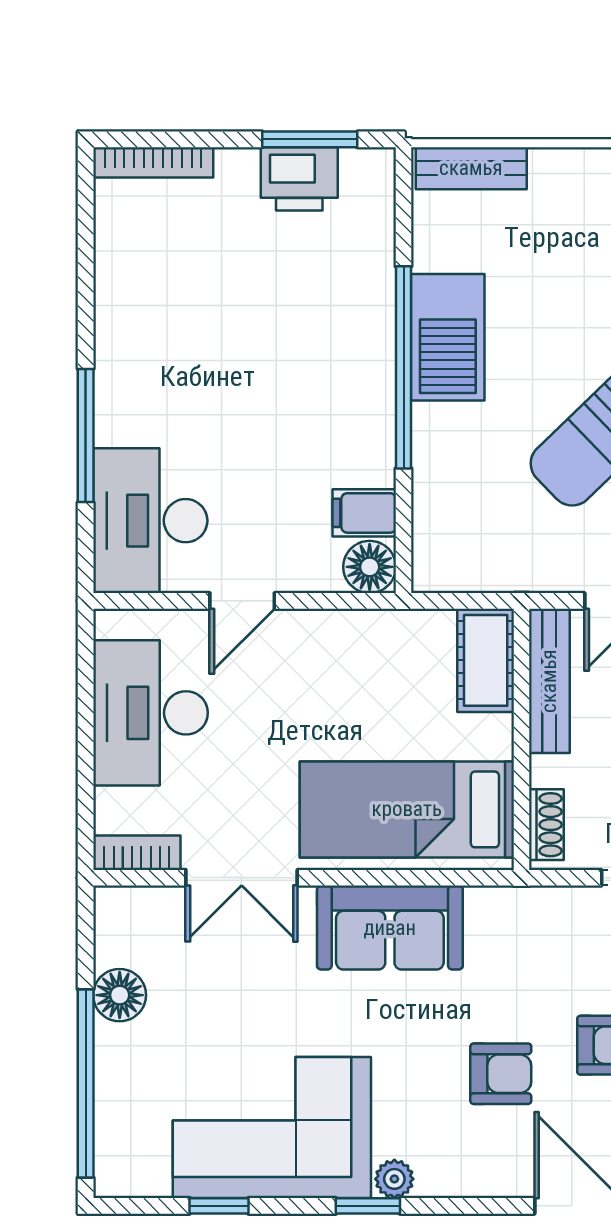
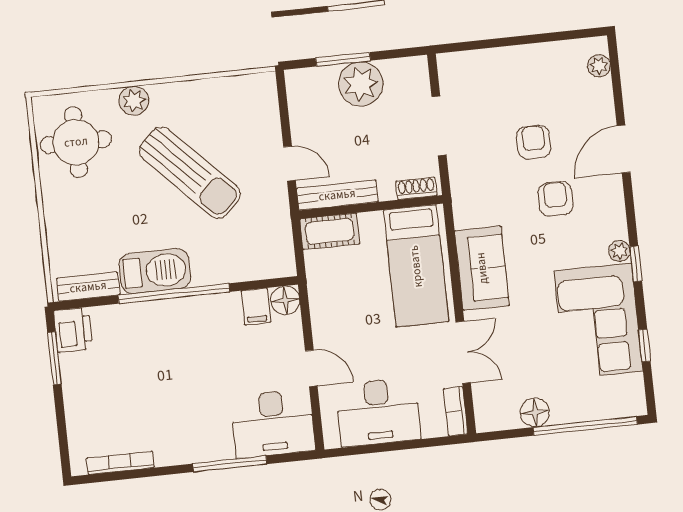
bookcase: (153, 162) -> (120, 463), moved, turned -90
bench: (471, 168) -> (88, 287), moved, turned 90
printer: (299, 179) -> (73, 330), moved

